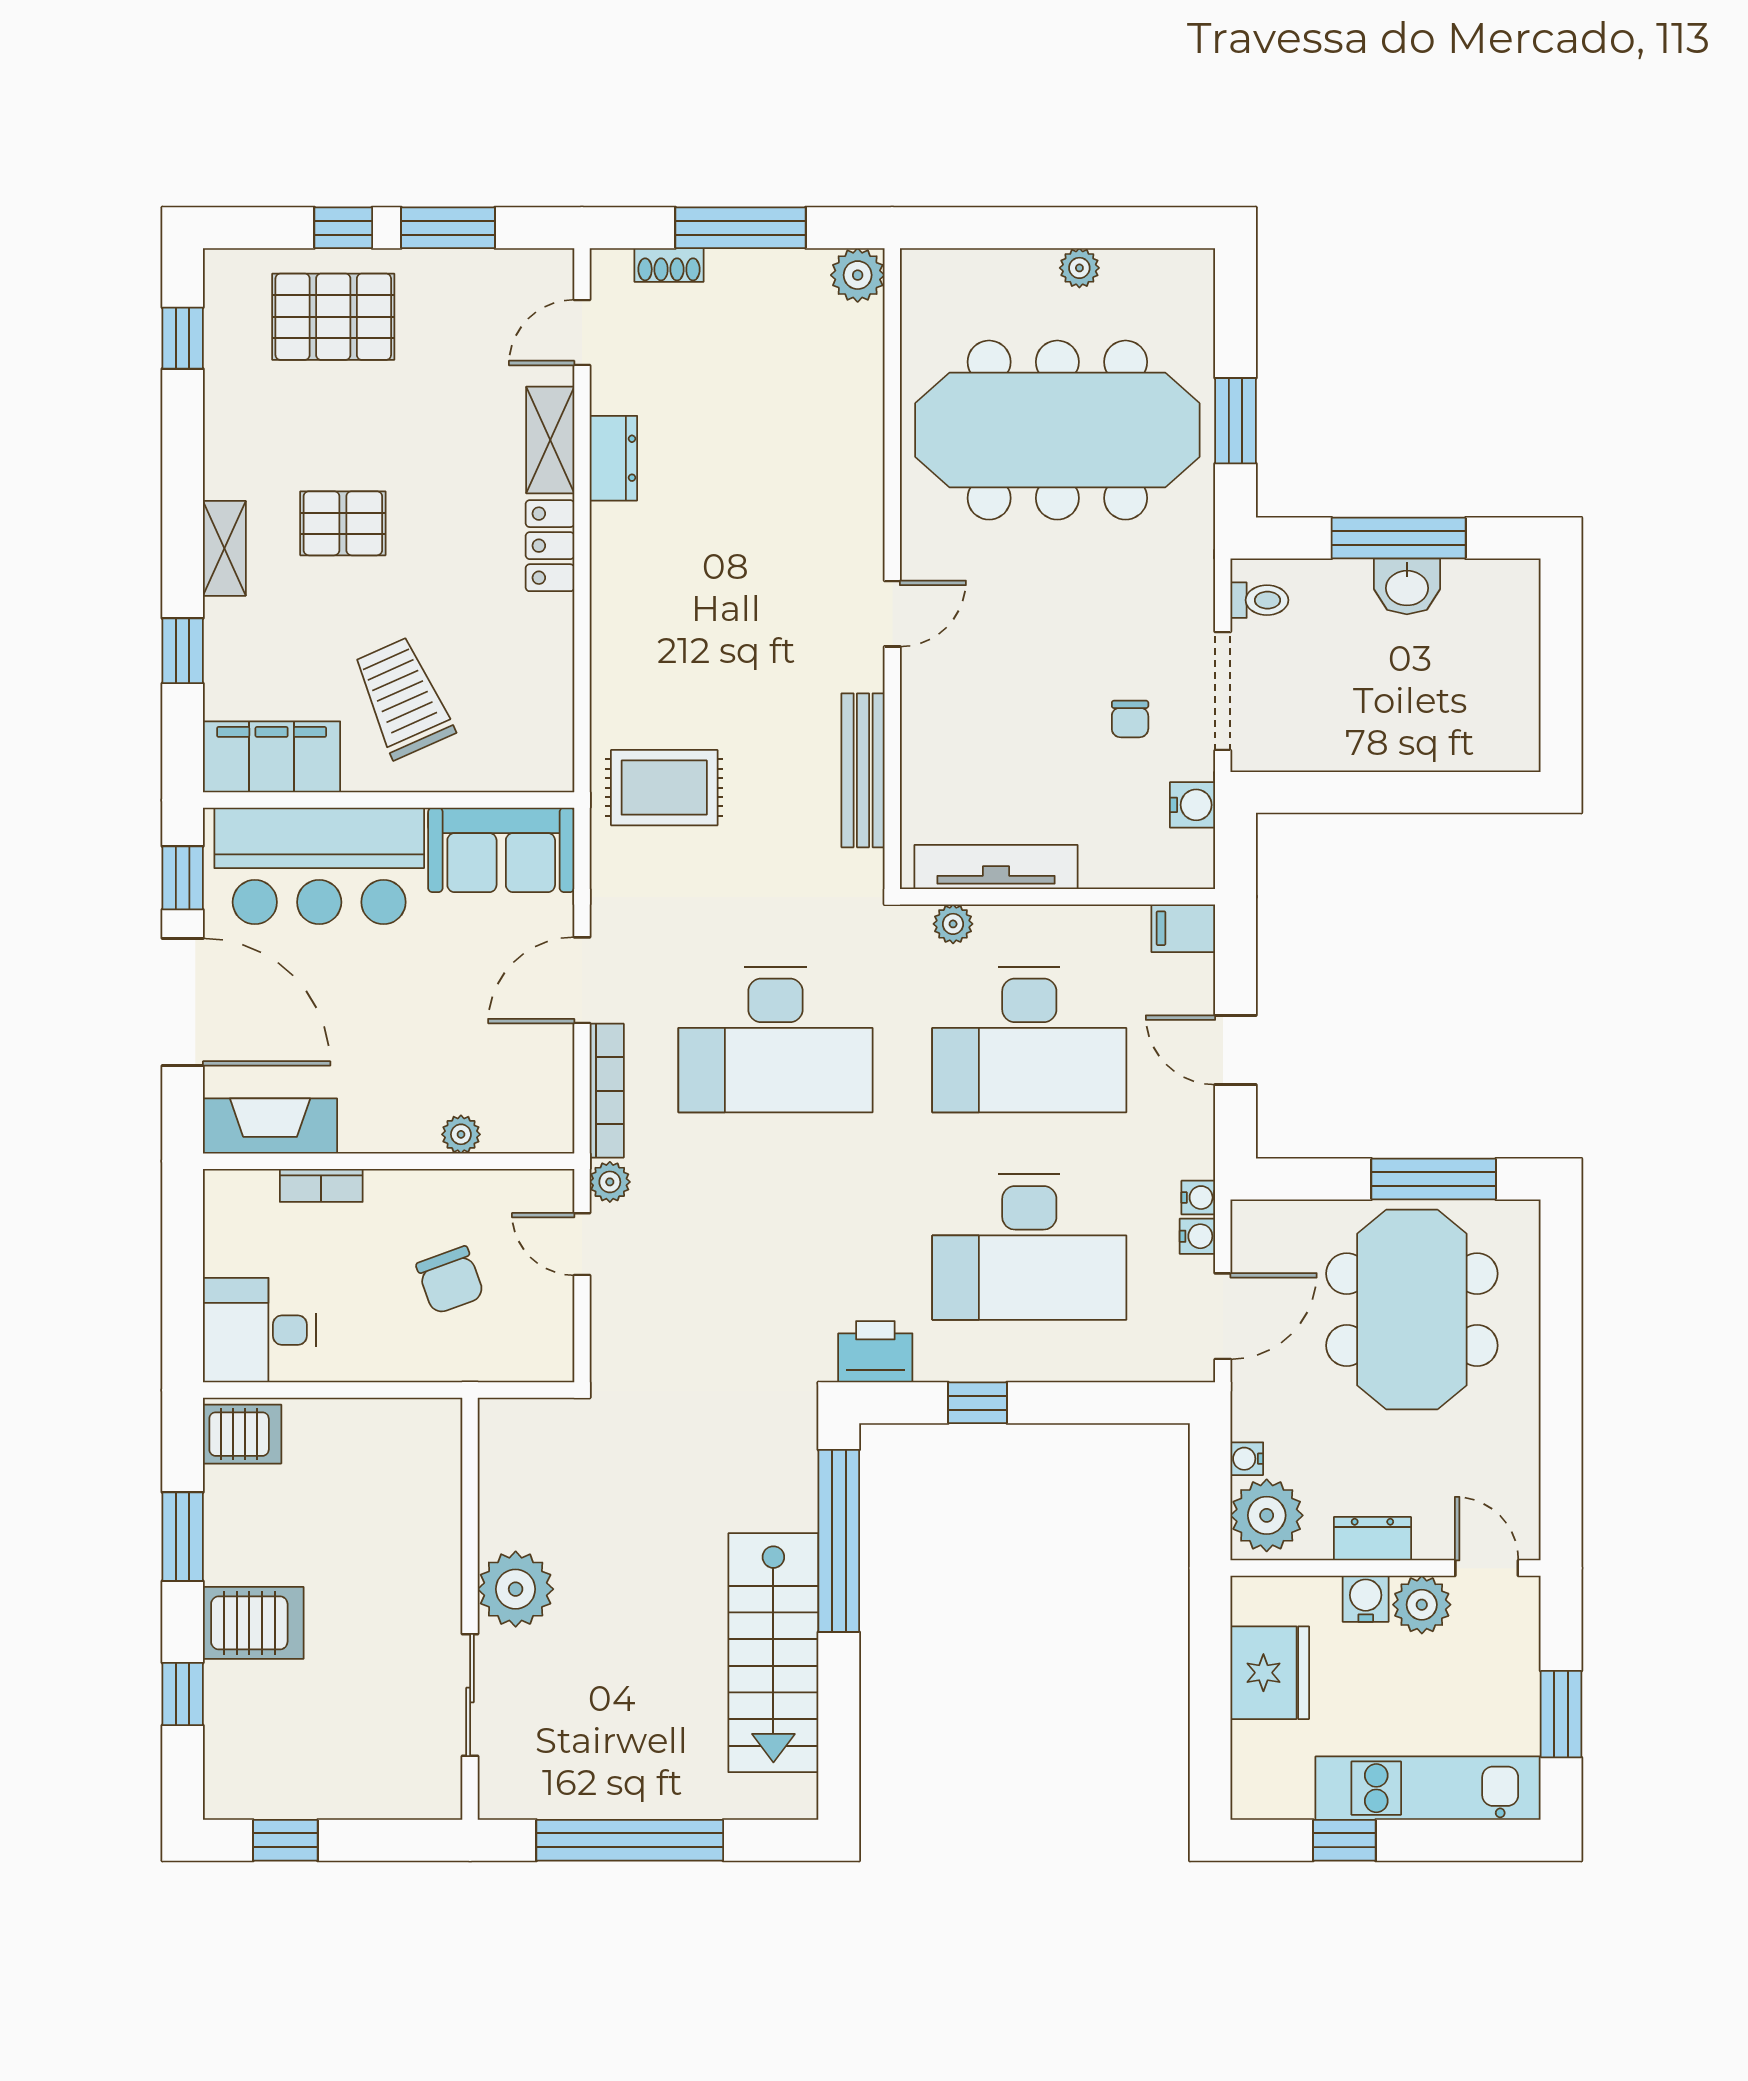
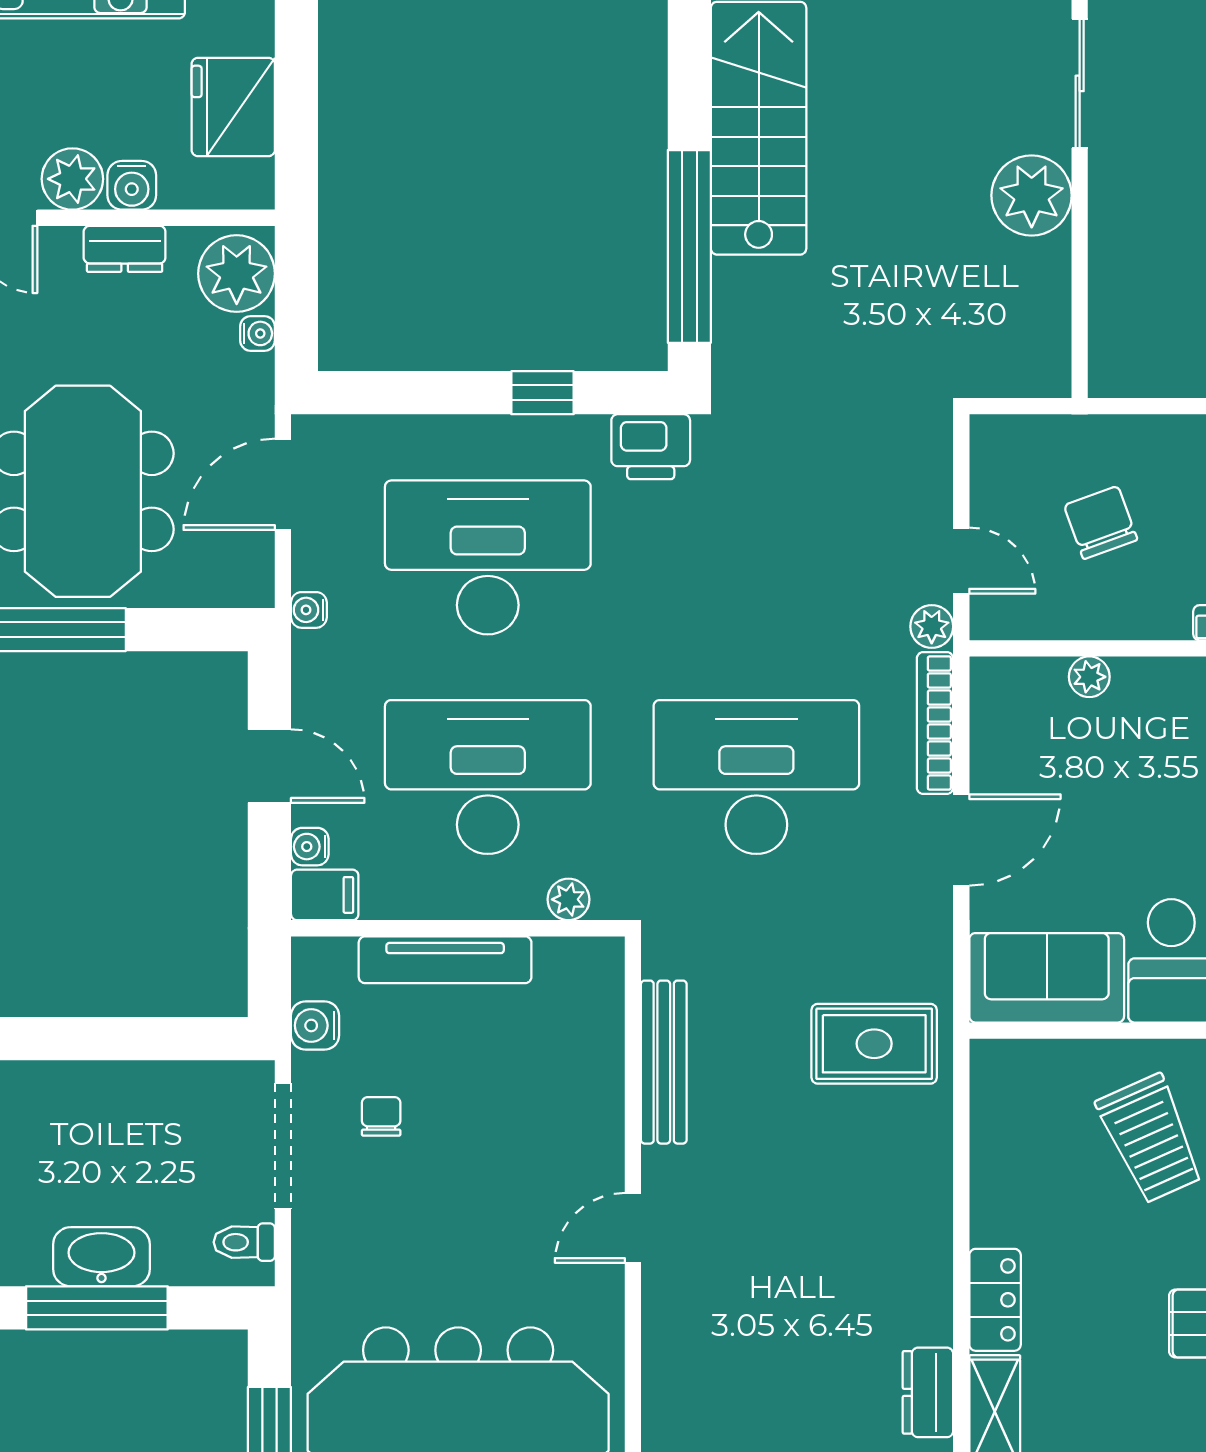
washbasin: (1407, 586) -> (101, 1257), width x1.38
tv unit: (996, 867) -> (445, 960), moved
water cooler: (1197, 1236) -> (310, 847), moved

